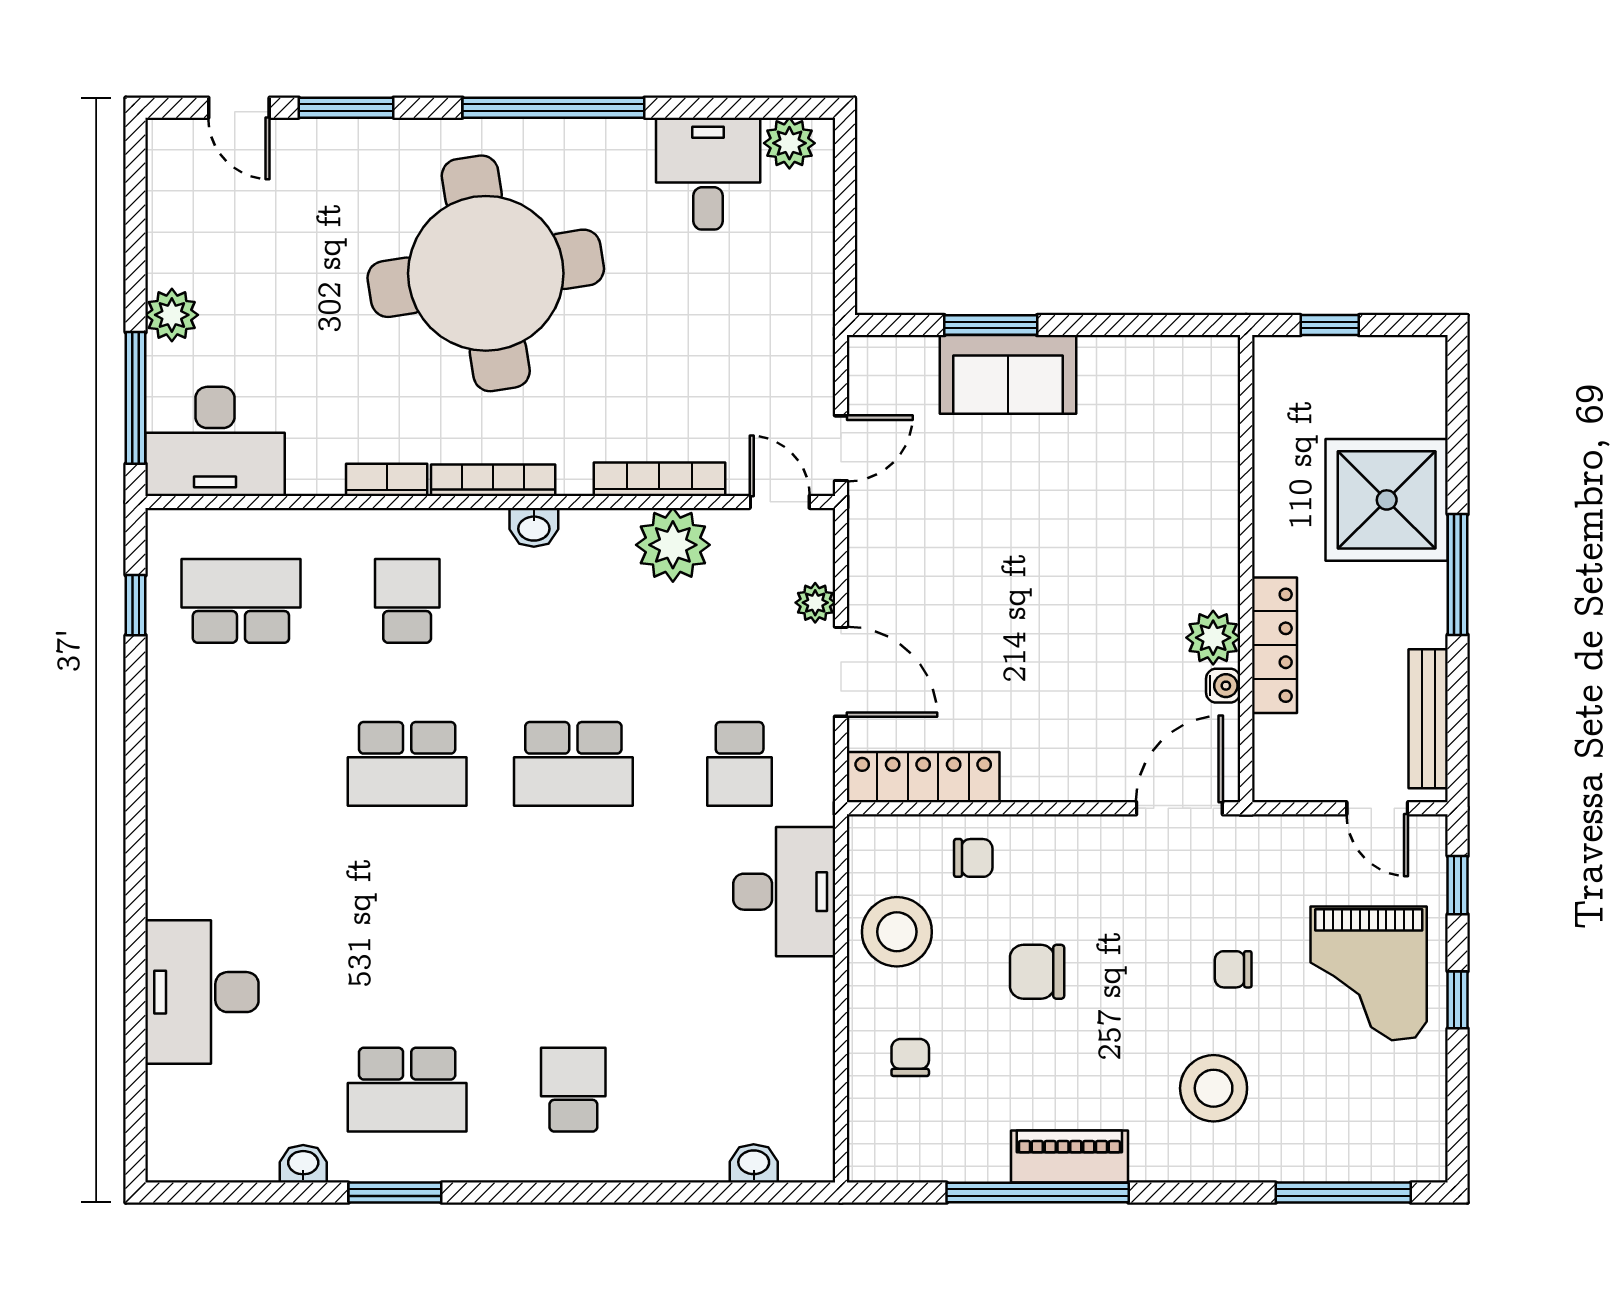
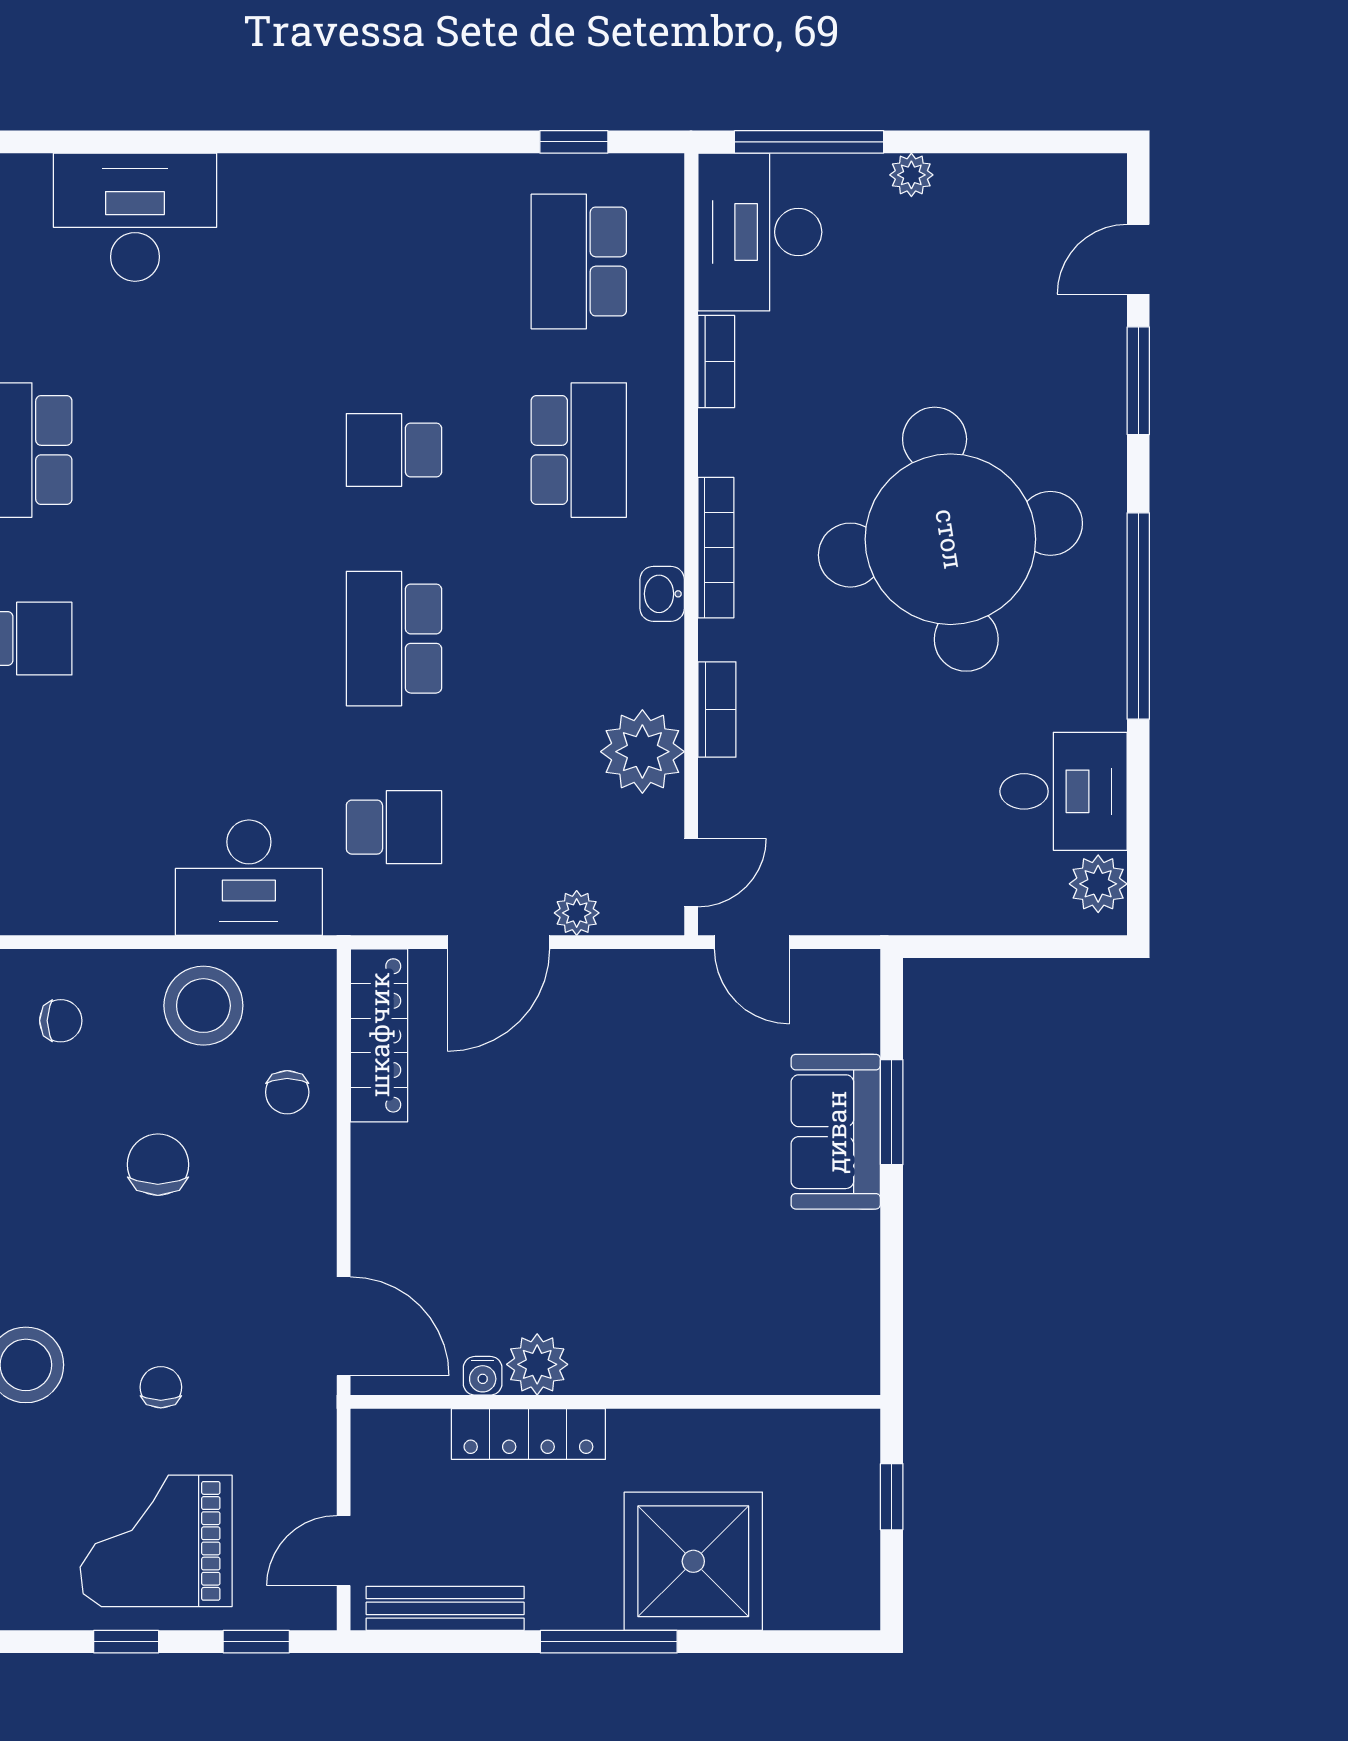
plant: (172, 315) -> (911, 175), width x0.73, depth x0.73
bookcase: (659, 479) -> (717, 709), width x0.64
bookcase: (387, 480) -> (716, 361), moved
school desk: (241, 601) -> (579, 262), turned 180
school desk: (407, 601) -> (579, 450), width x1.85
school desk: (407, 764) -> (394, 450), width x0.54
school desk: (740, 764) -> (394, 827), turned 180

